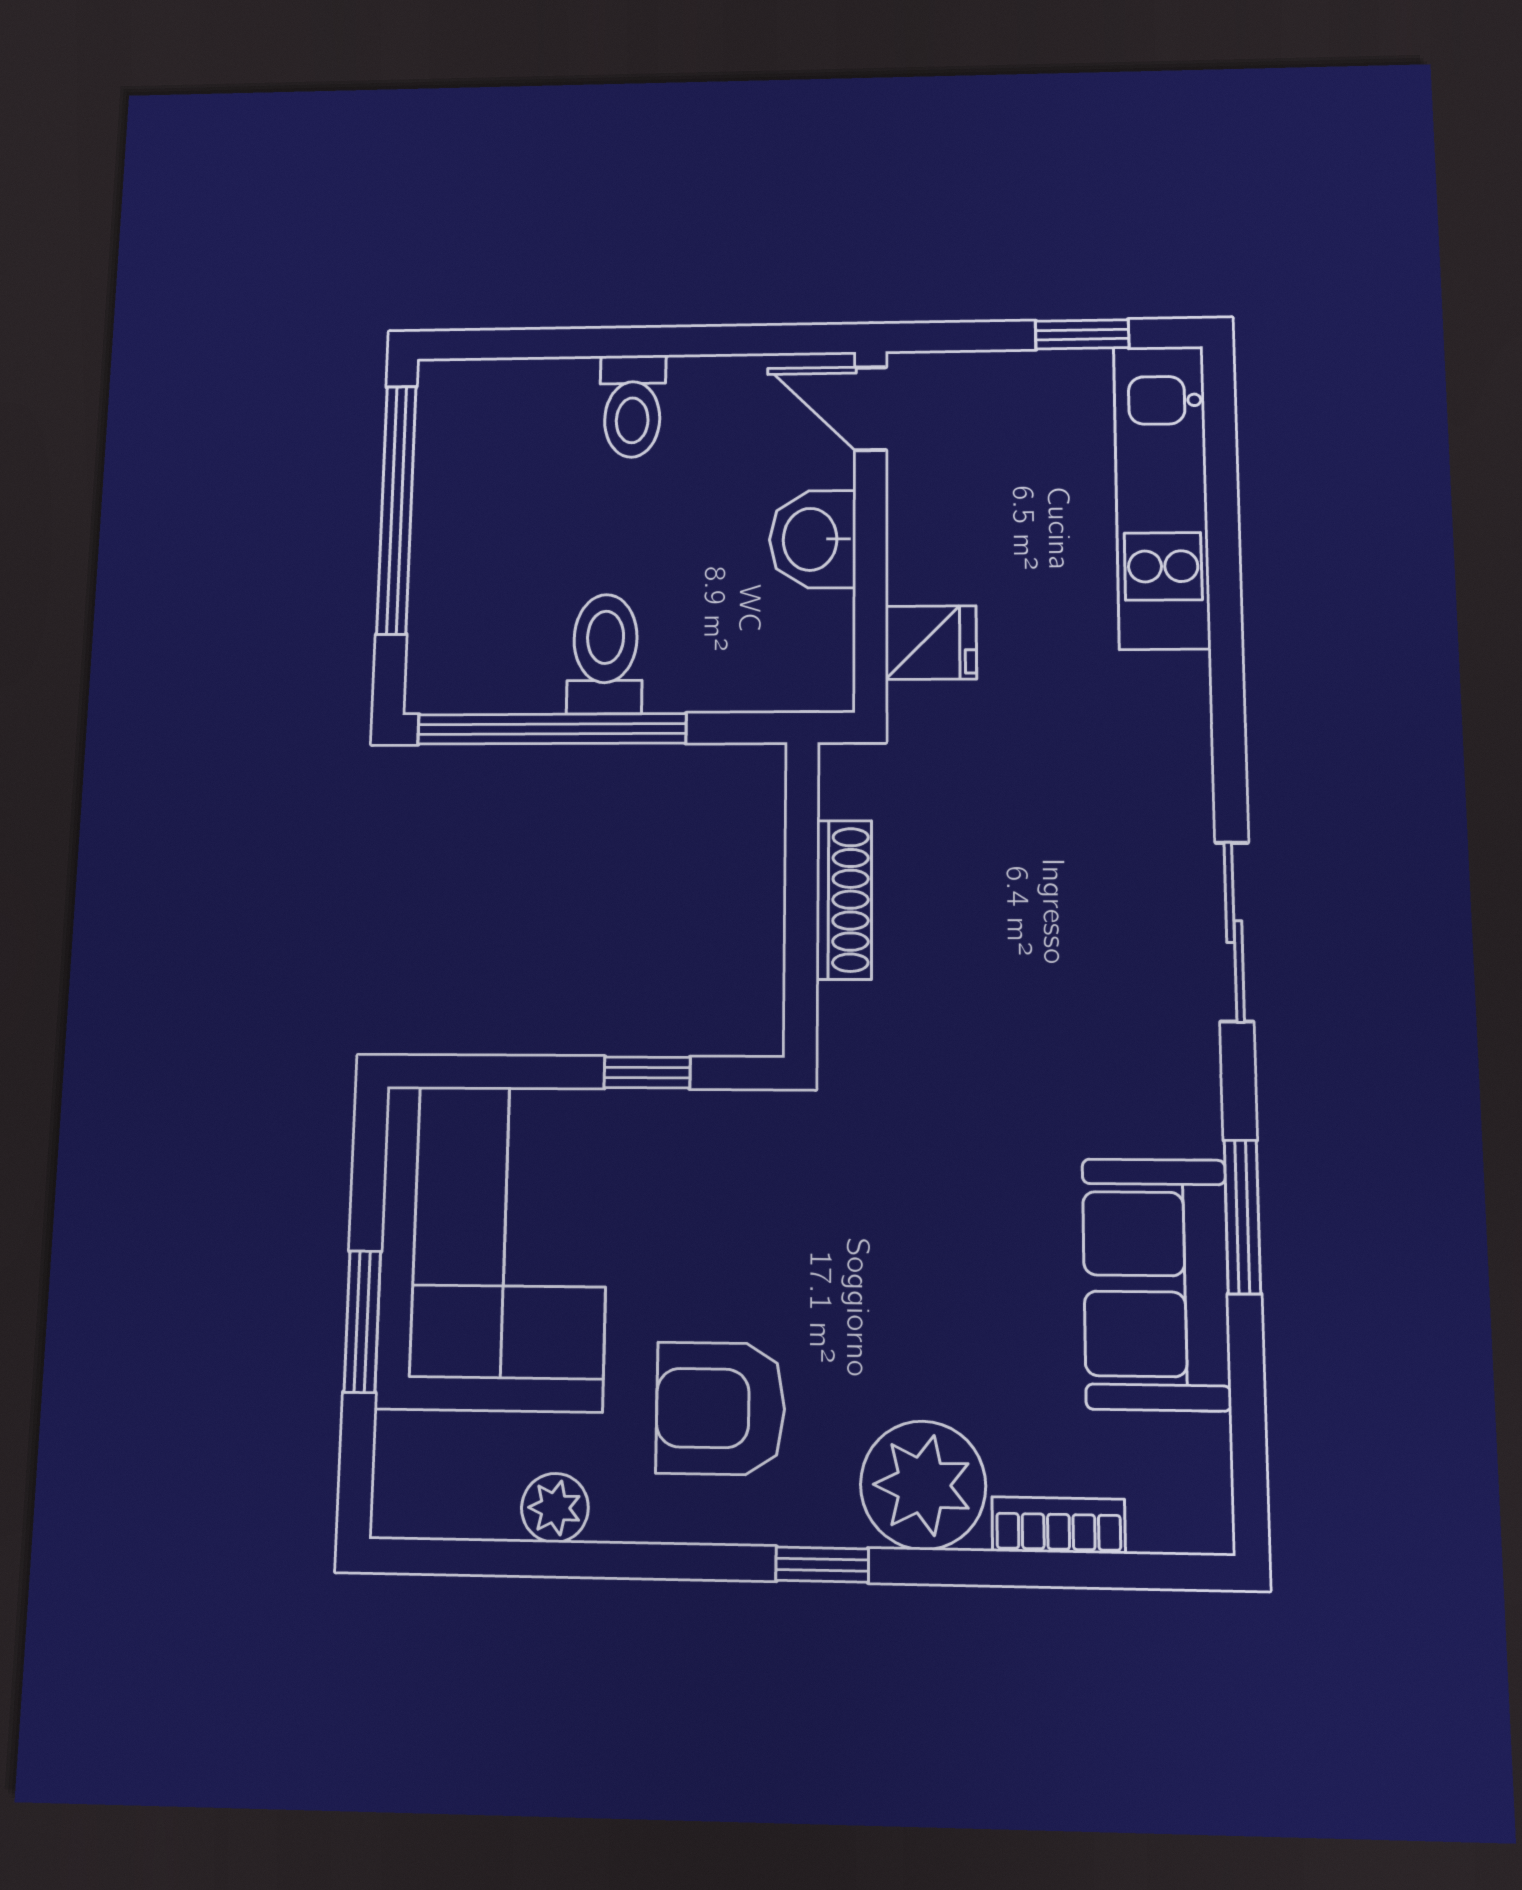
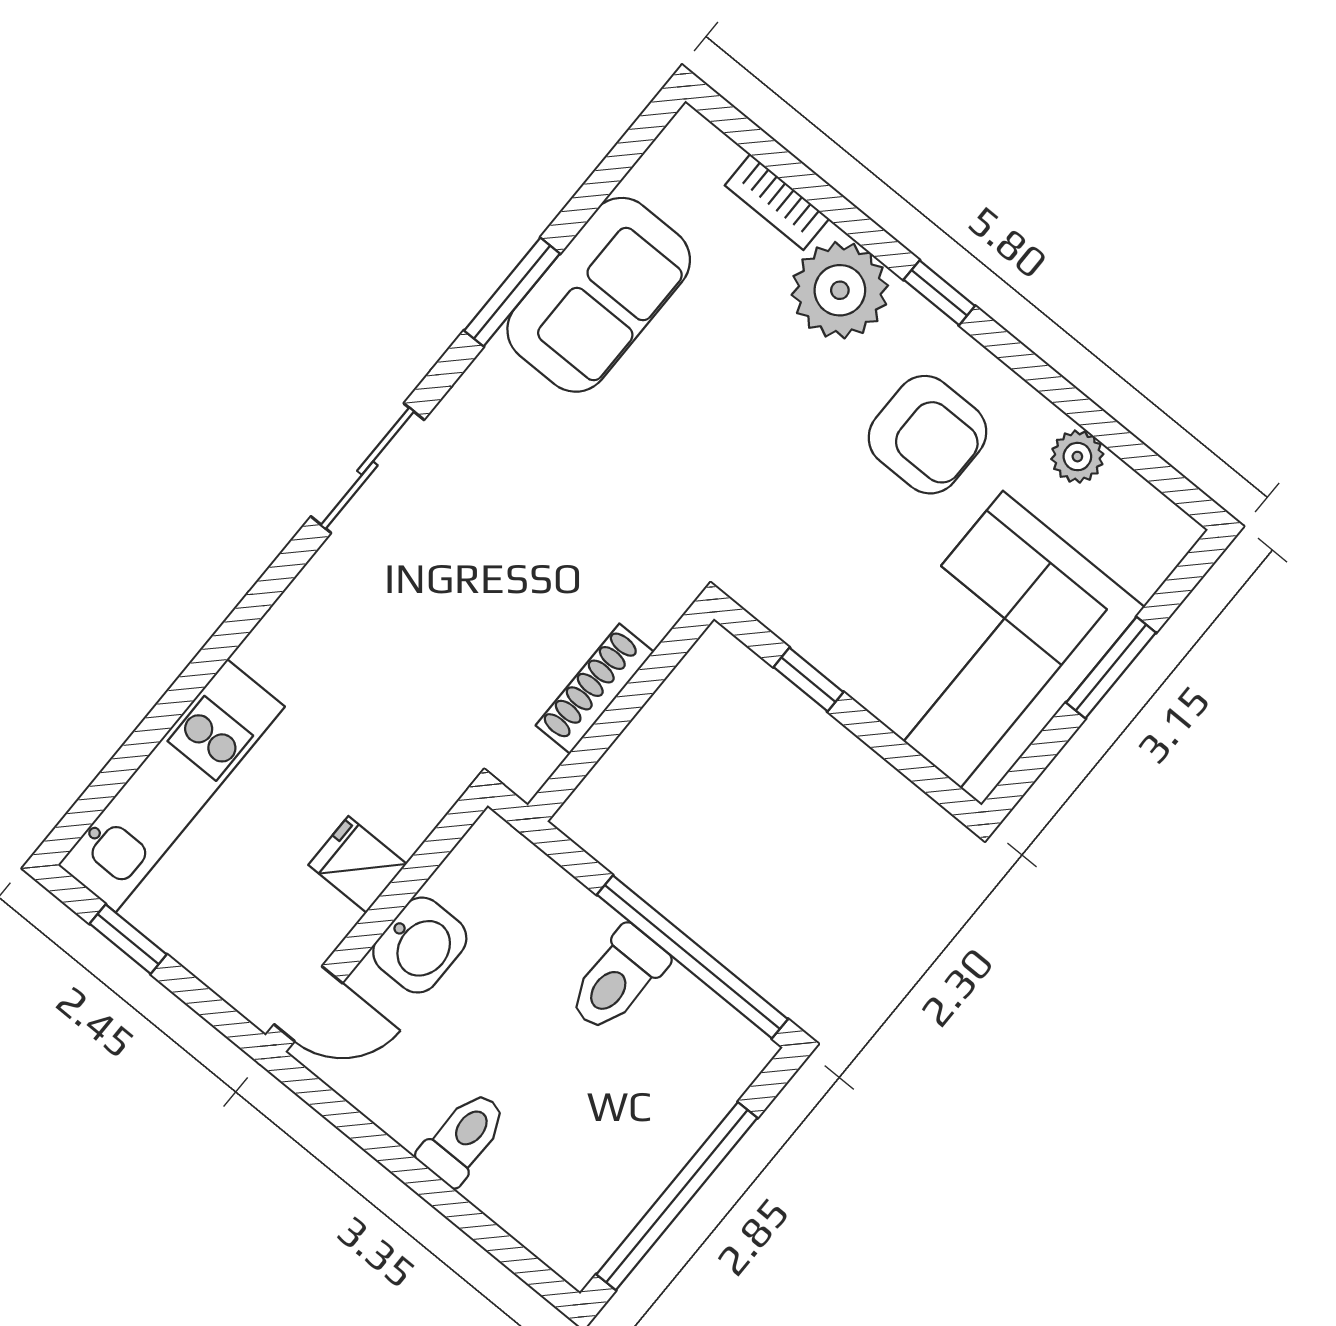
door: (871, 409) -> (308, 1004), hinge flipped
fridge: (931, 643) -> (358, 864), moved

